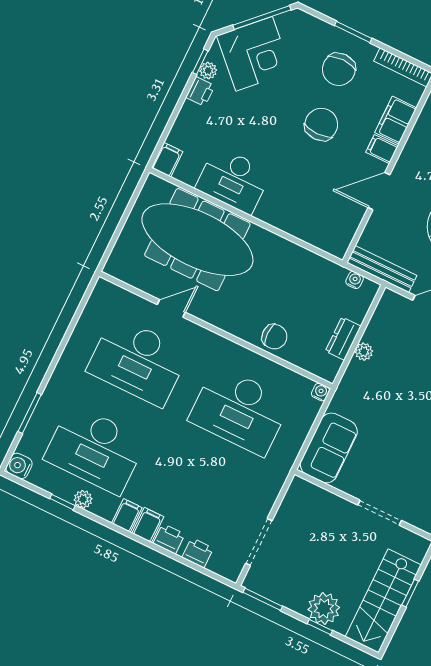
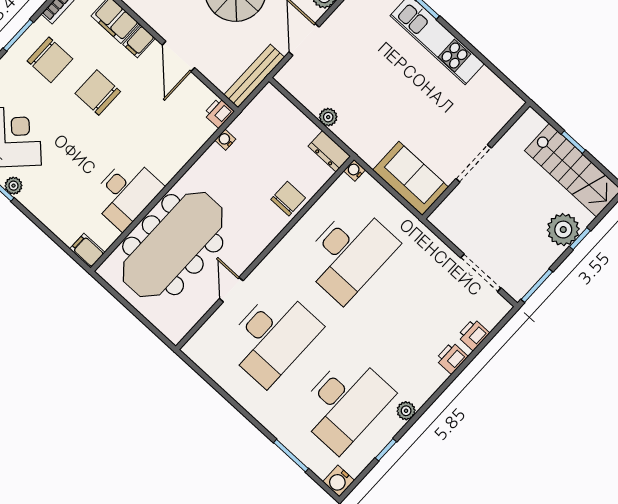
printer: (200, 92) -> (219, 113), moved, turned -90
water cooler: (355, 280) -> (225, 140), moved
dresser: (343, 339) -> (329, 151), moved
plant: (83, 499) -> (406, 411), moved
doorway: (380, 513) -> (474, 163), moved
filing cabinet: (127, 515) -> (417, 392), removed
filing cabinet: (148, 525) -> (432, 374), removed

